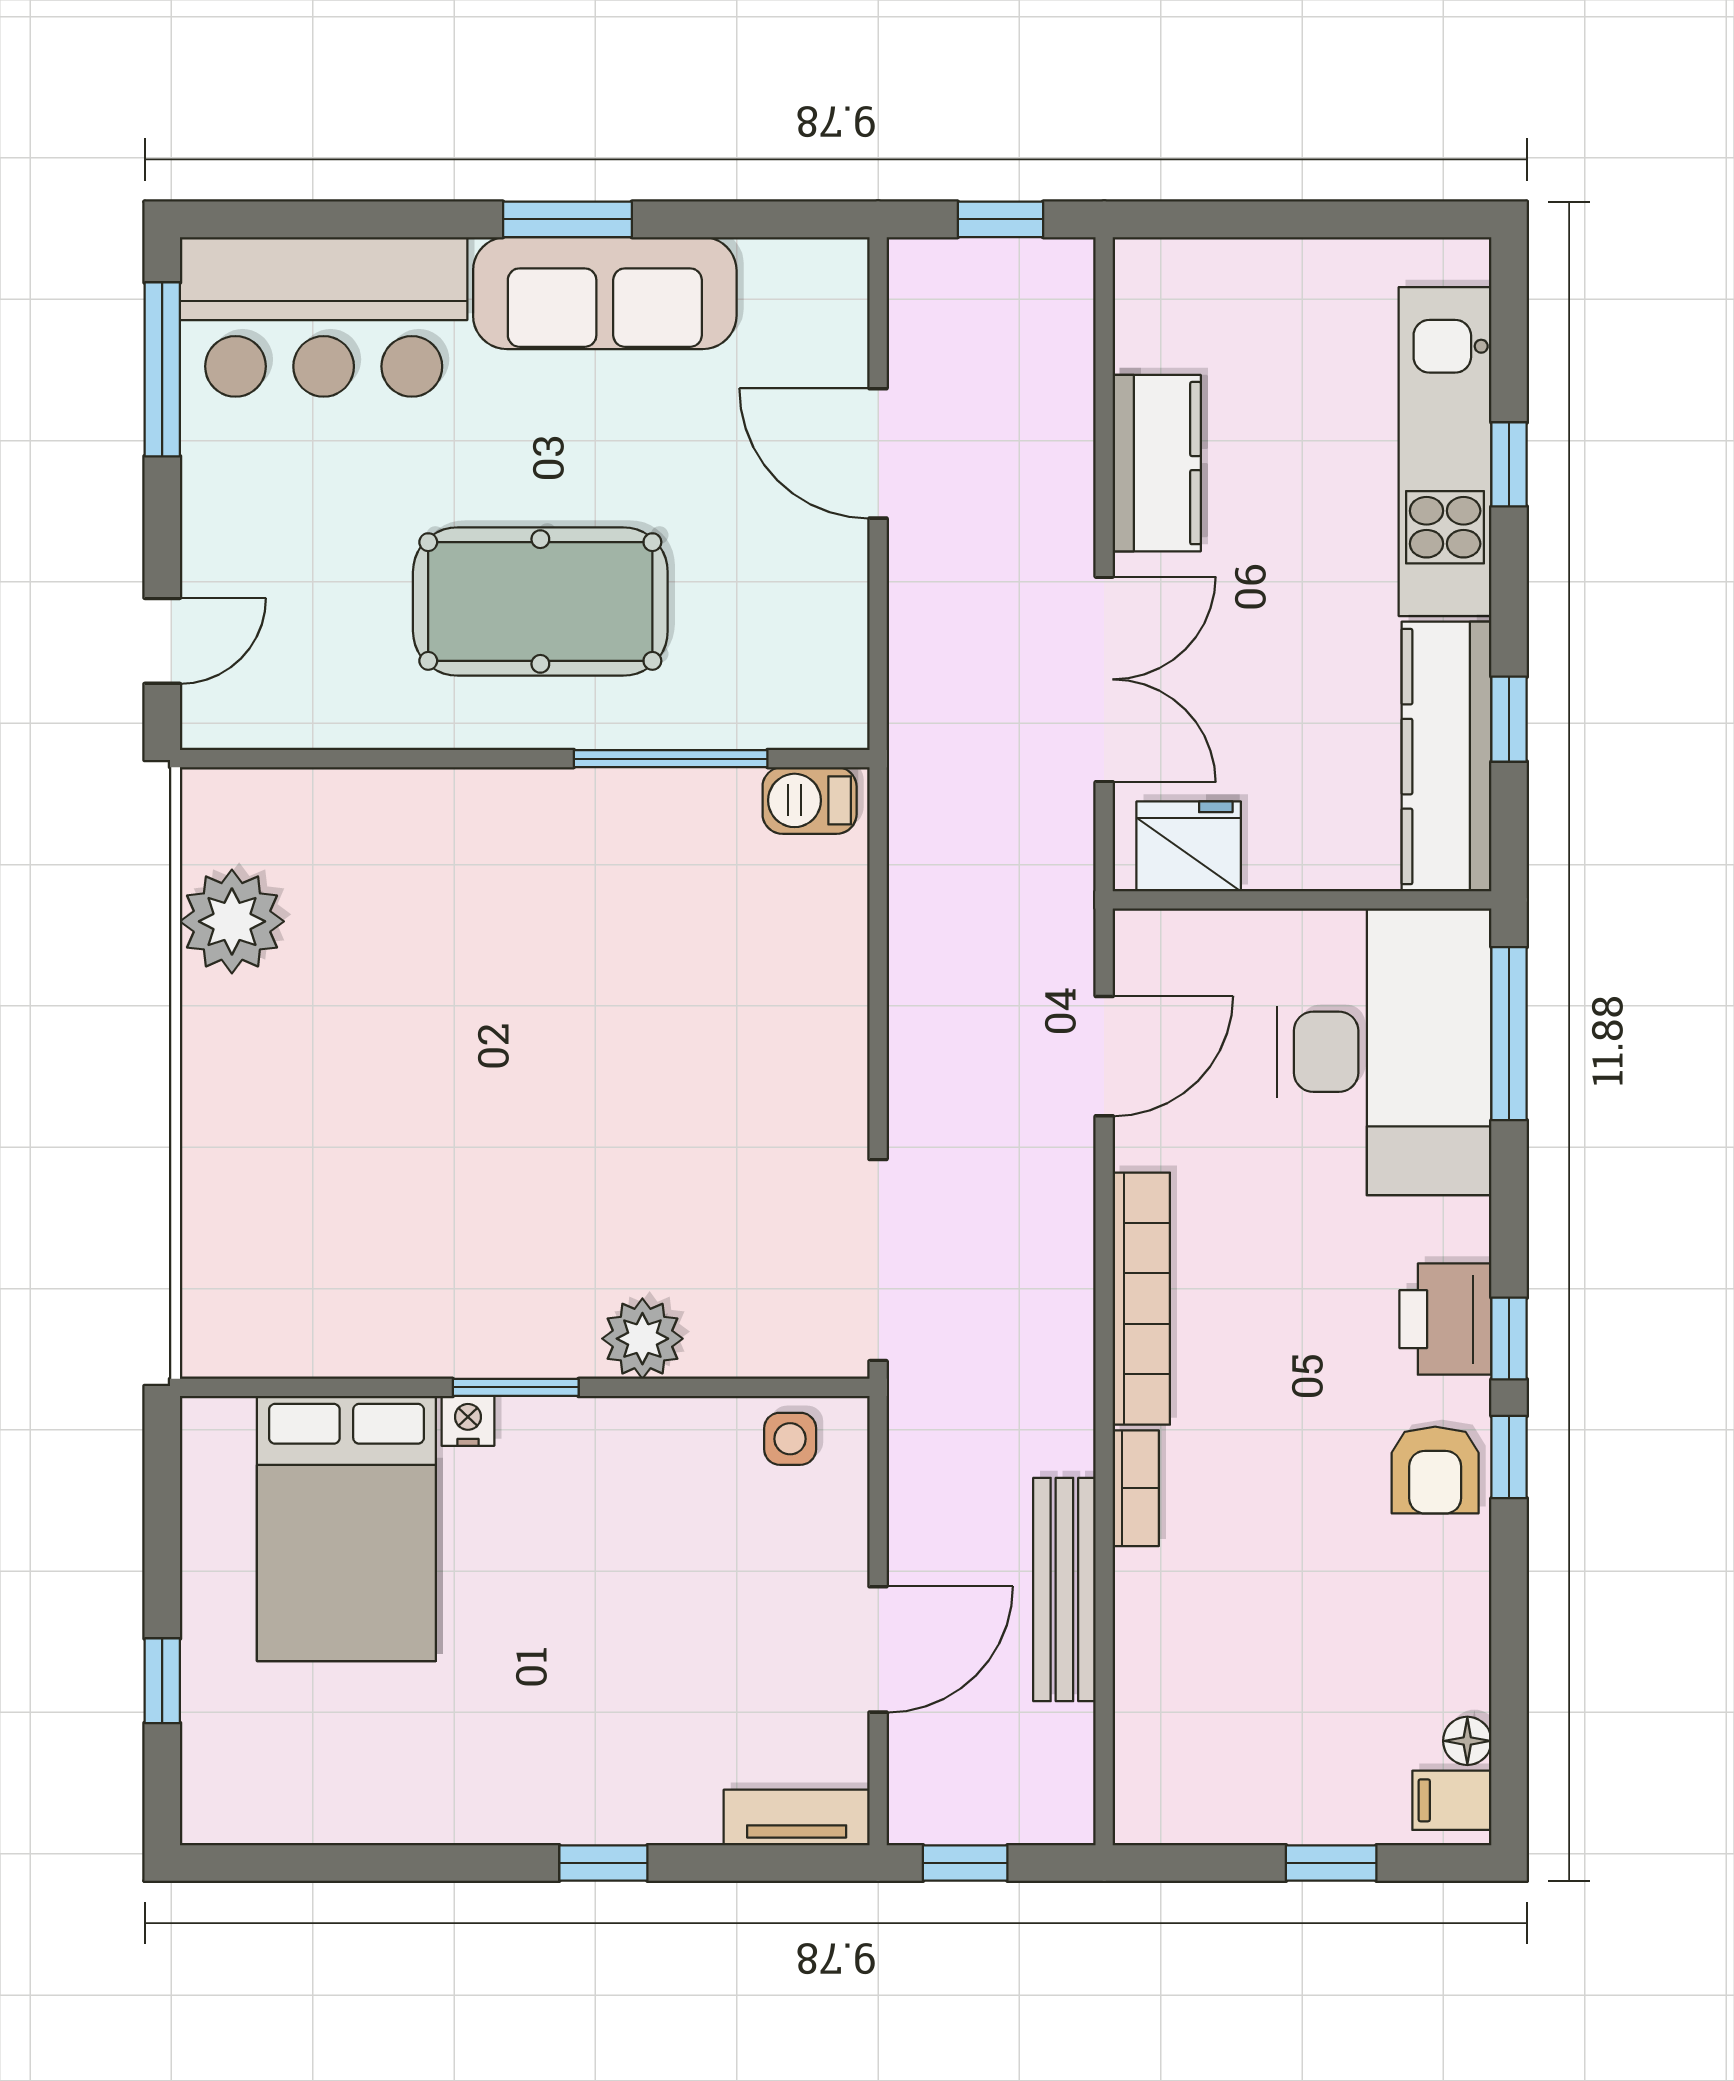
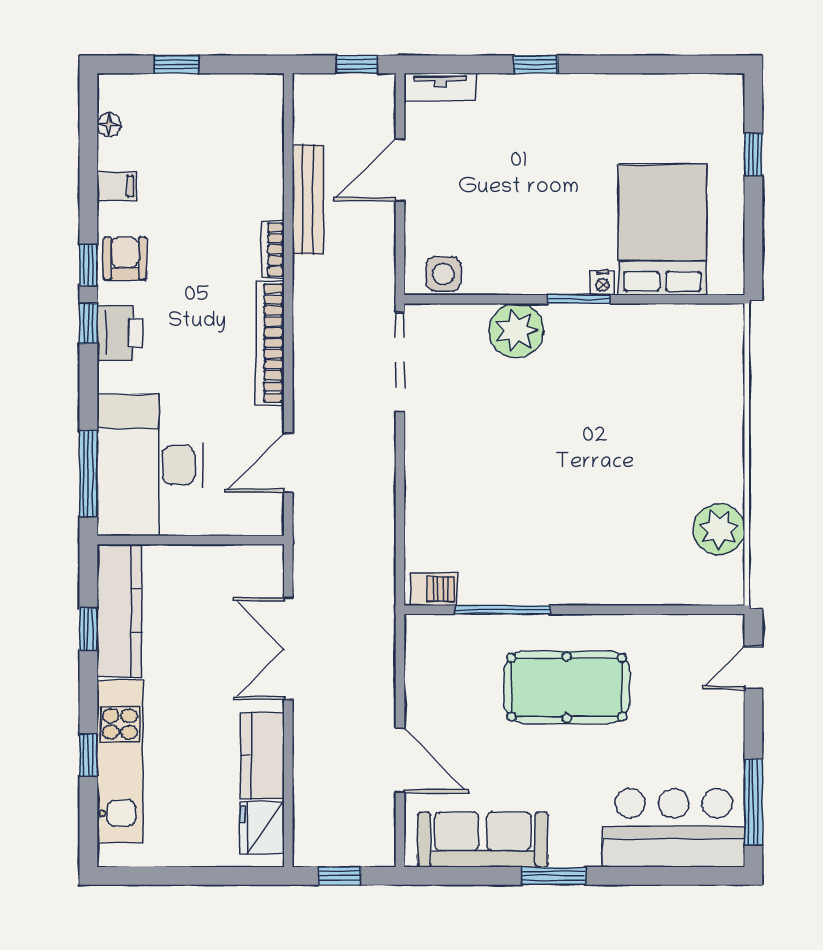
sofa: (605, 293) -> (483, 840), moved
fridge: (1189, 846) -> (262, 828), moved, turned 90
plant: (642, 1339) -> (516, 331), width x1.36, depth x1.36
side table: (790, 1439) -> (443, 274), width x1.37, depth x1.37
filing cabinet: (1452, 1800) -> (117, 186), moved

